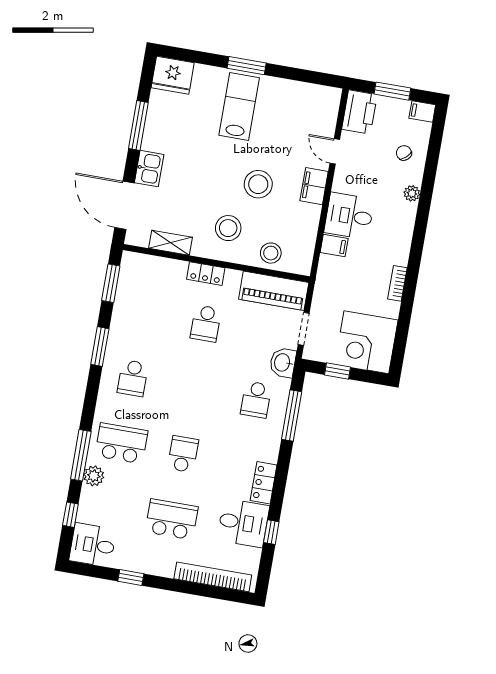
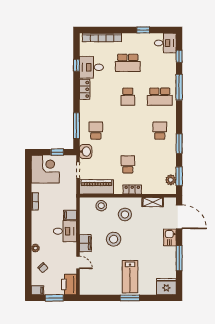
plant: (94, 476) -> (171, 180), moved

